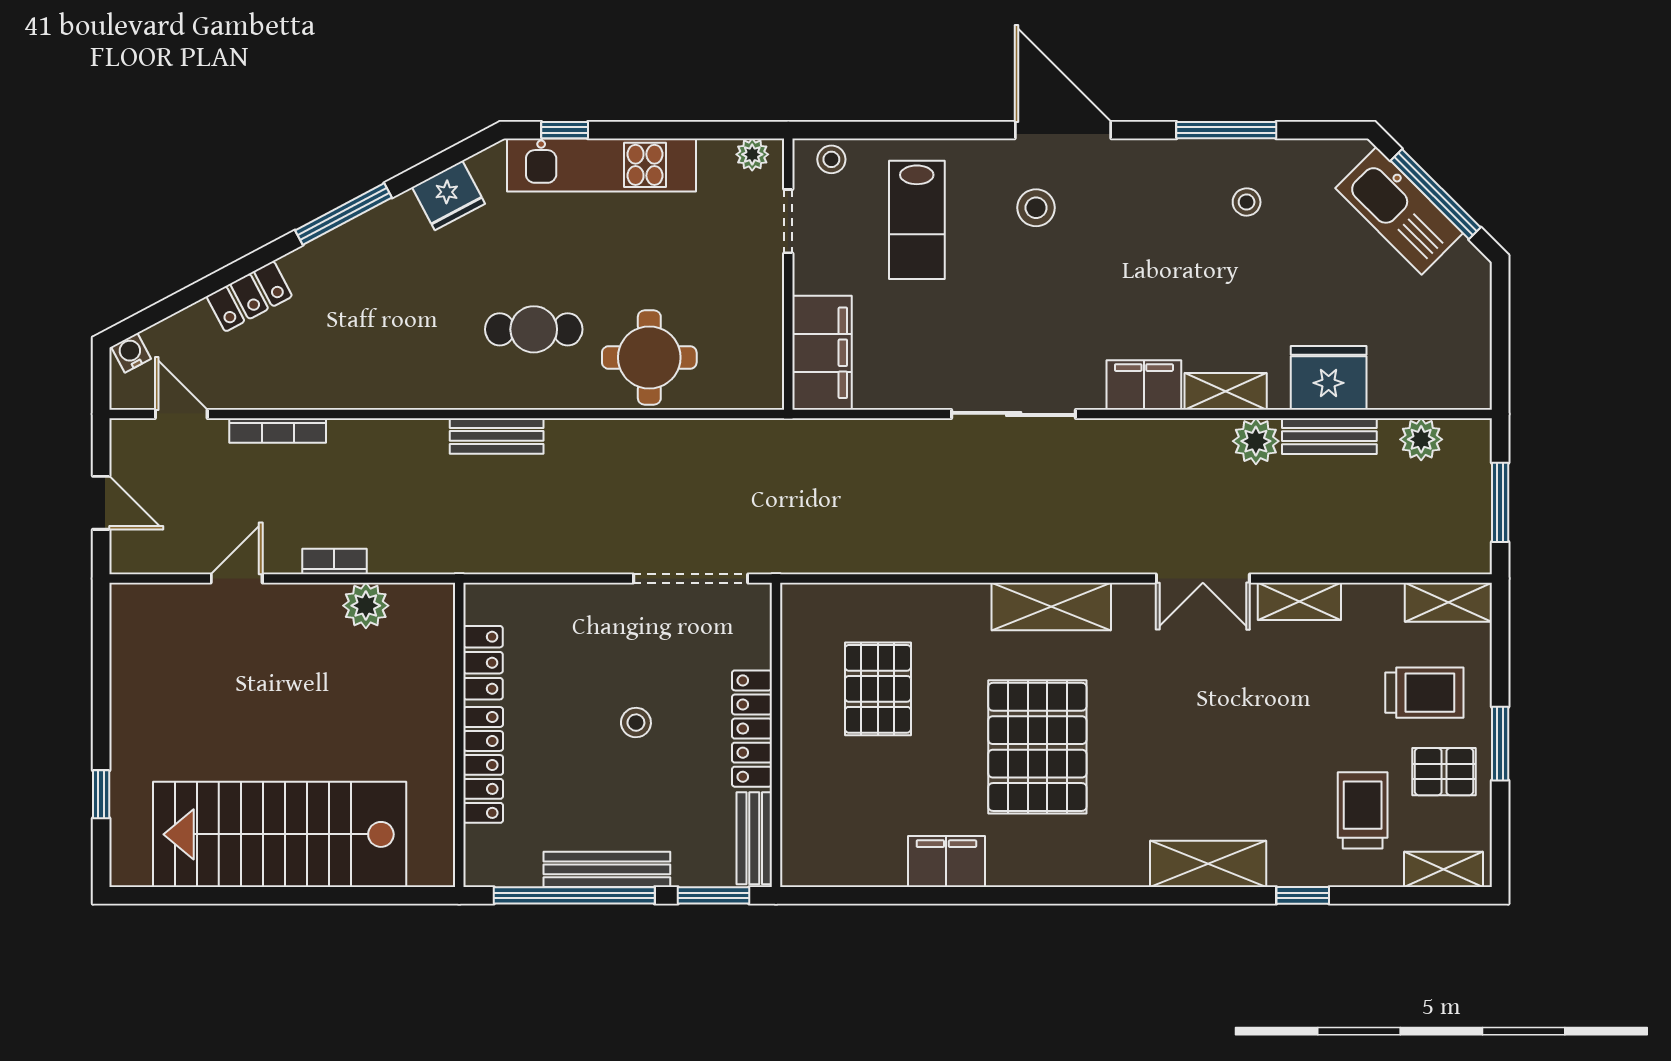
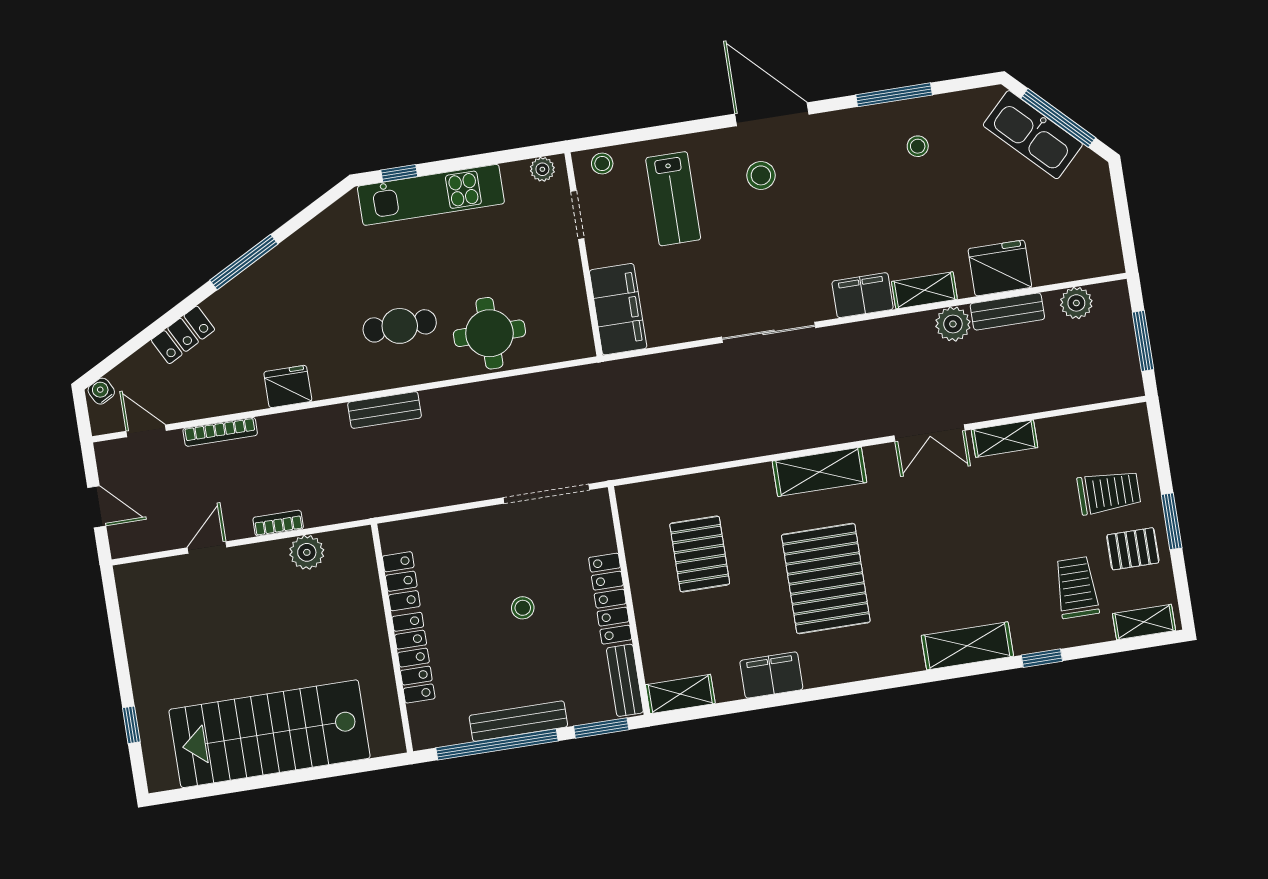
fridge: (449, 195) -> (288, 387), moved, turned -152
shelving: (1448, 602) -> (680, 694), moved

